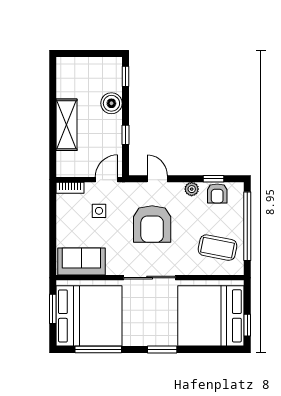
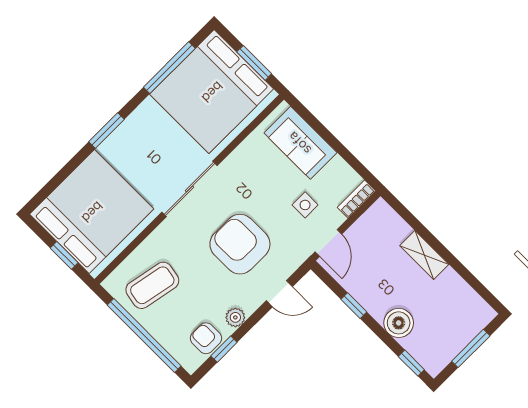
window: (88, 54) -> (471, 348), added
shelving: (66, 125) -> (424, 255), width x0.67, depth x0.75
sofa: (81, 261) -> (300, 143), moved, turned 90
window: (247, 325) -> (64, 255), moved

